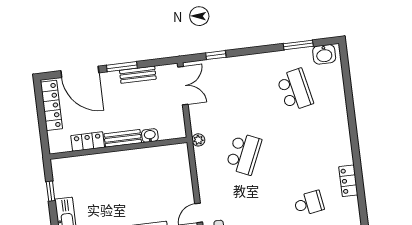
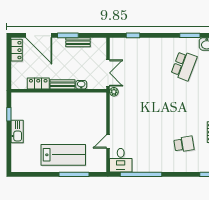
double door: (183, 86) -> (108, 73), moved
school desk: (295, 90) -> (184, 66), turned 33
locker: (51, 105) -> (17, 50), width x0.66
school desk: (244, 154) -> (144, 105), removed

